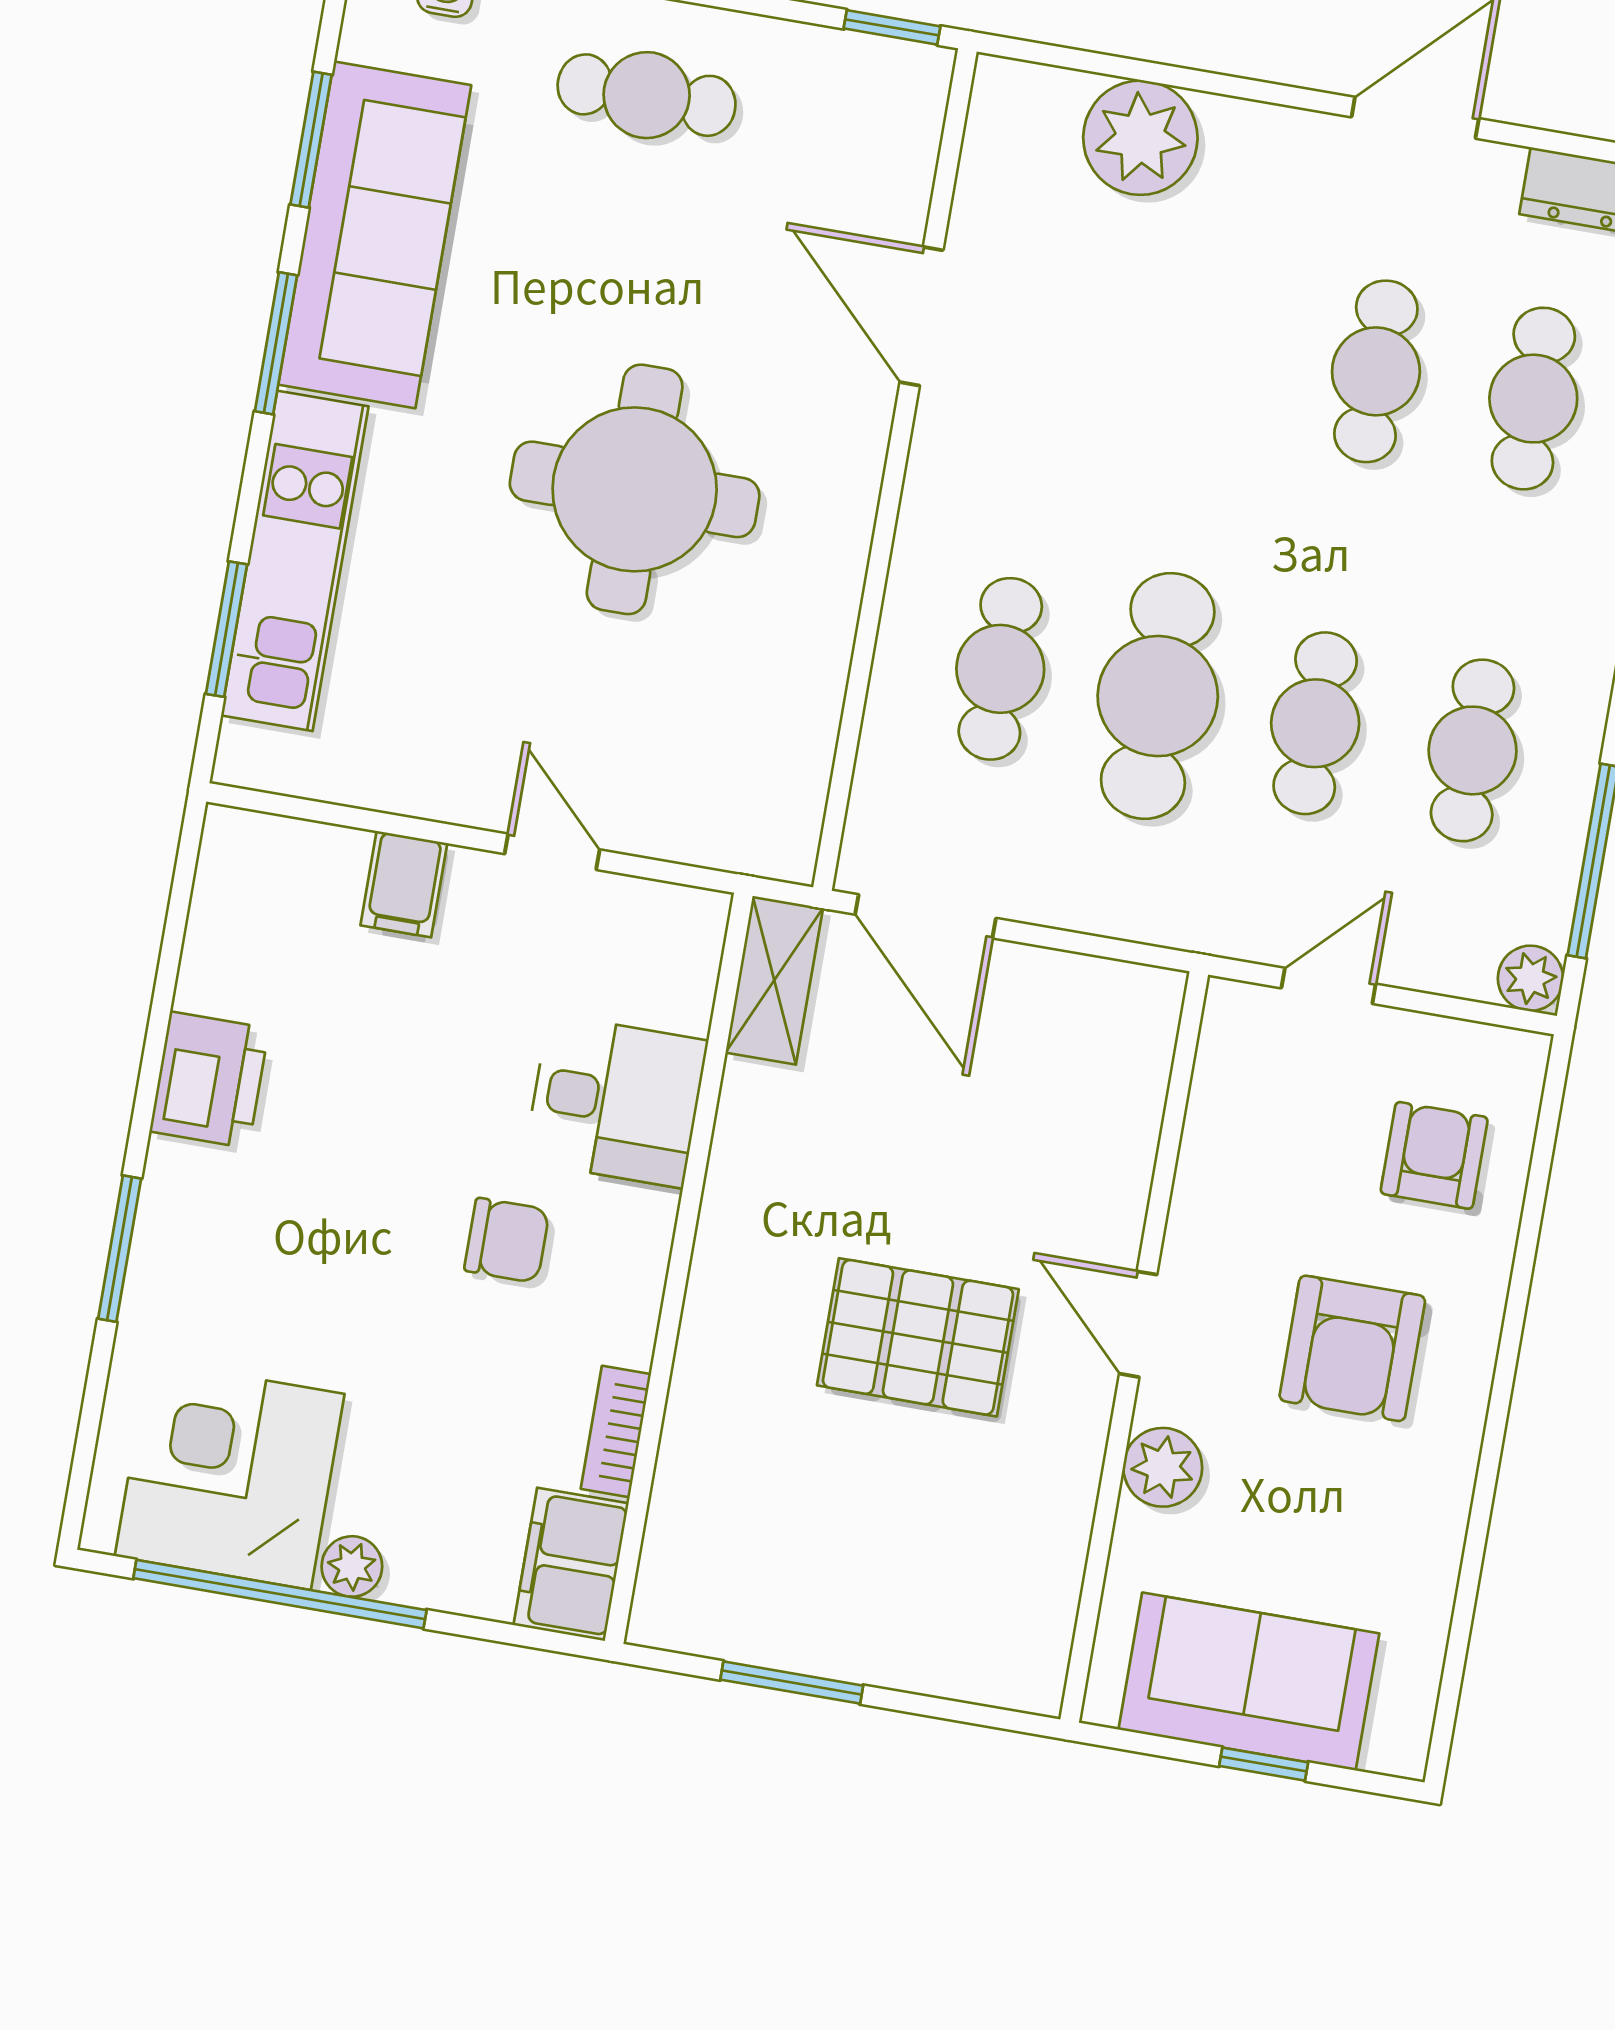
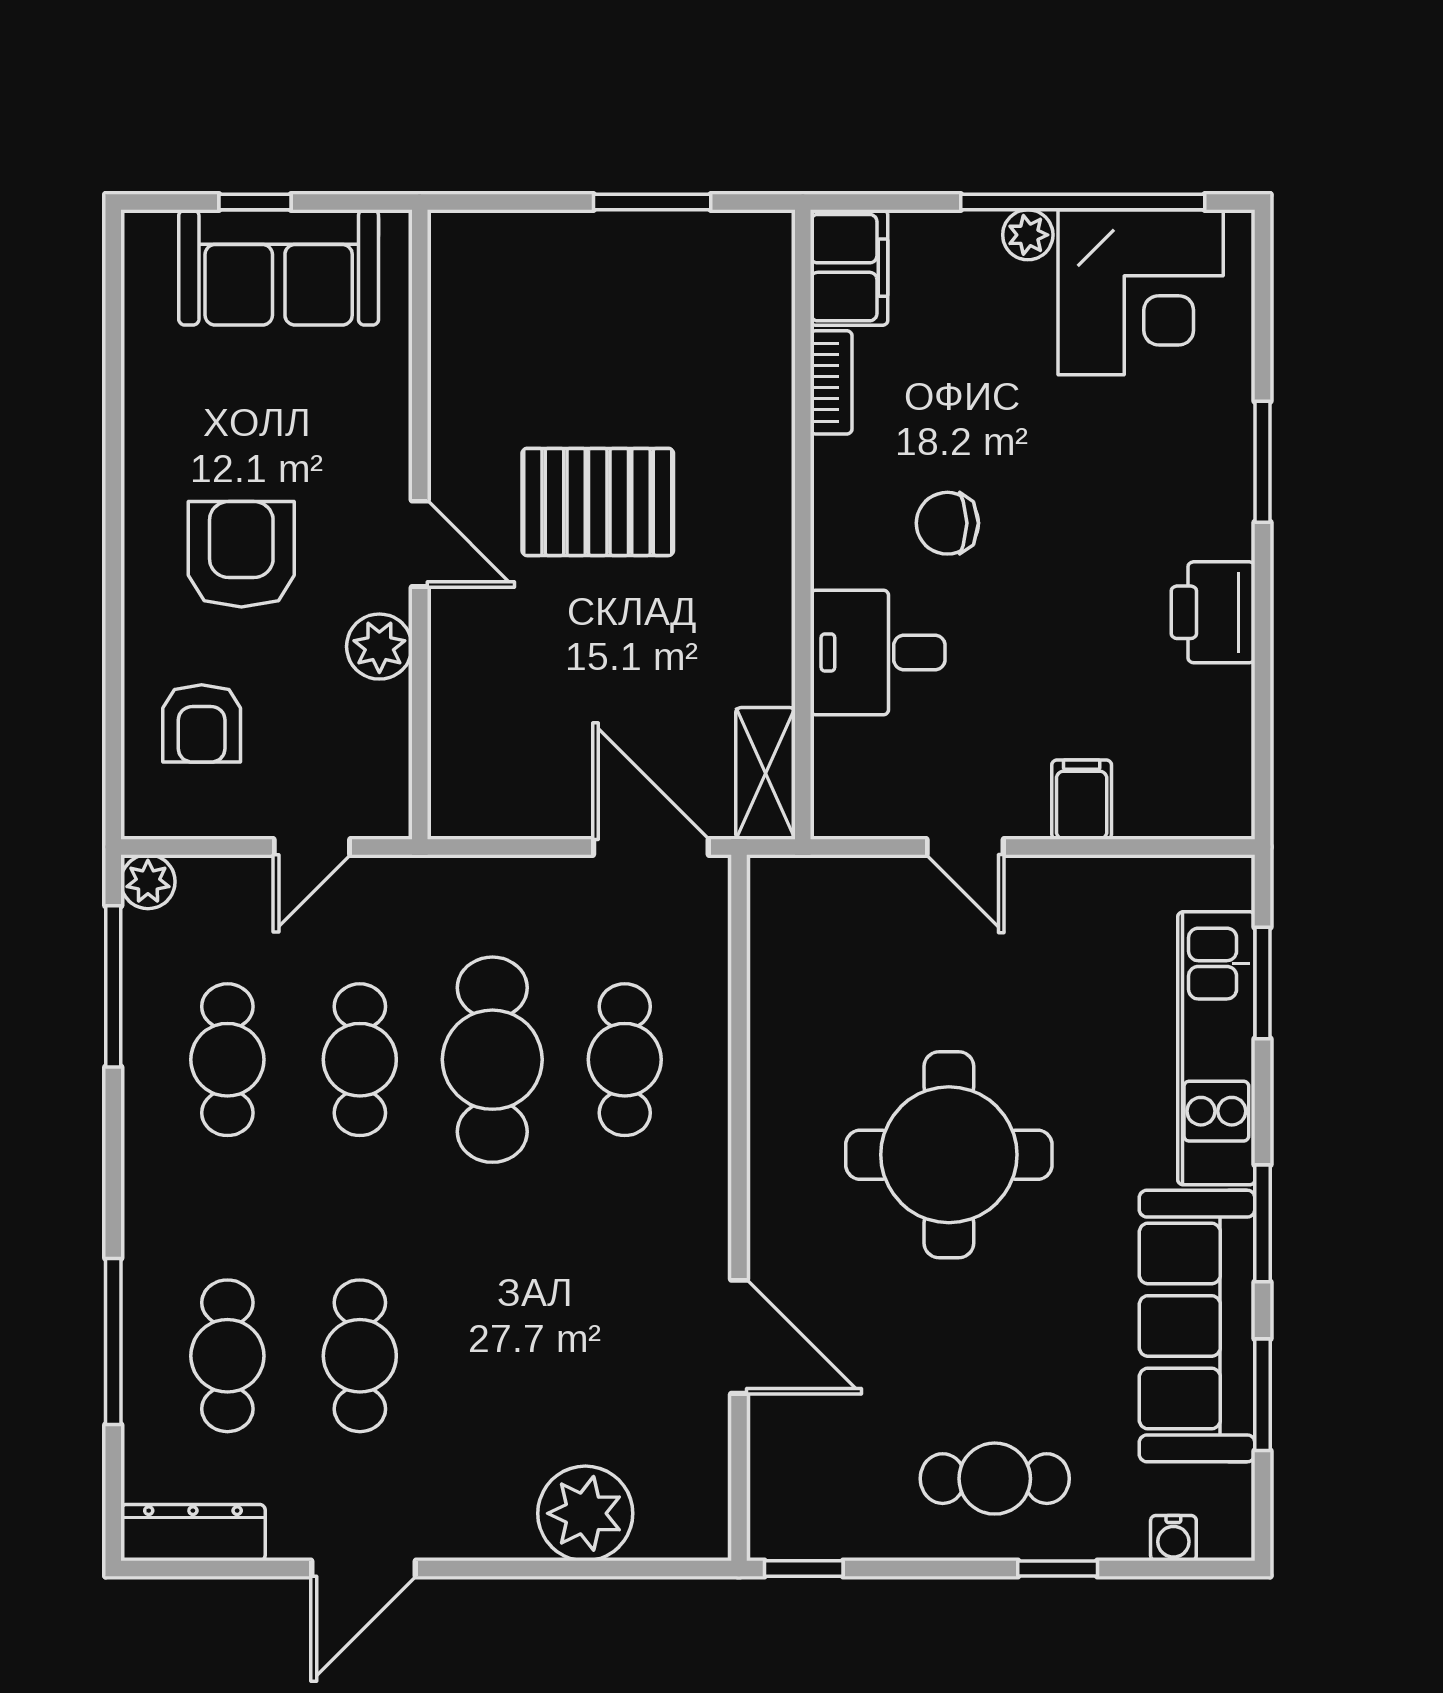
plant: (1163, 1467) -> (379, 647), moved

